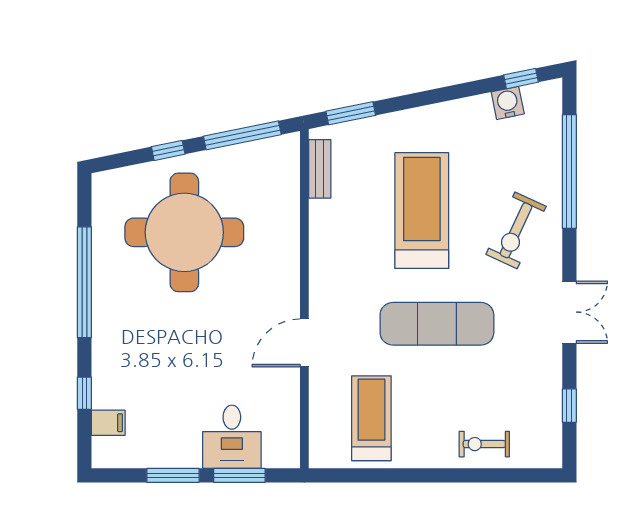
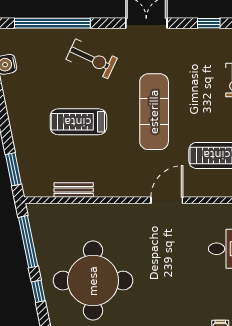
bench: (320, 169) -> (74, 190), moved
treadmill: (422, 211) -> (78, 122), width x0.73, depth x0.73
door: (304, 343) -> (167, 200), swing flipped

